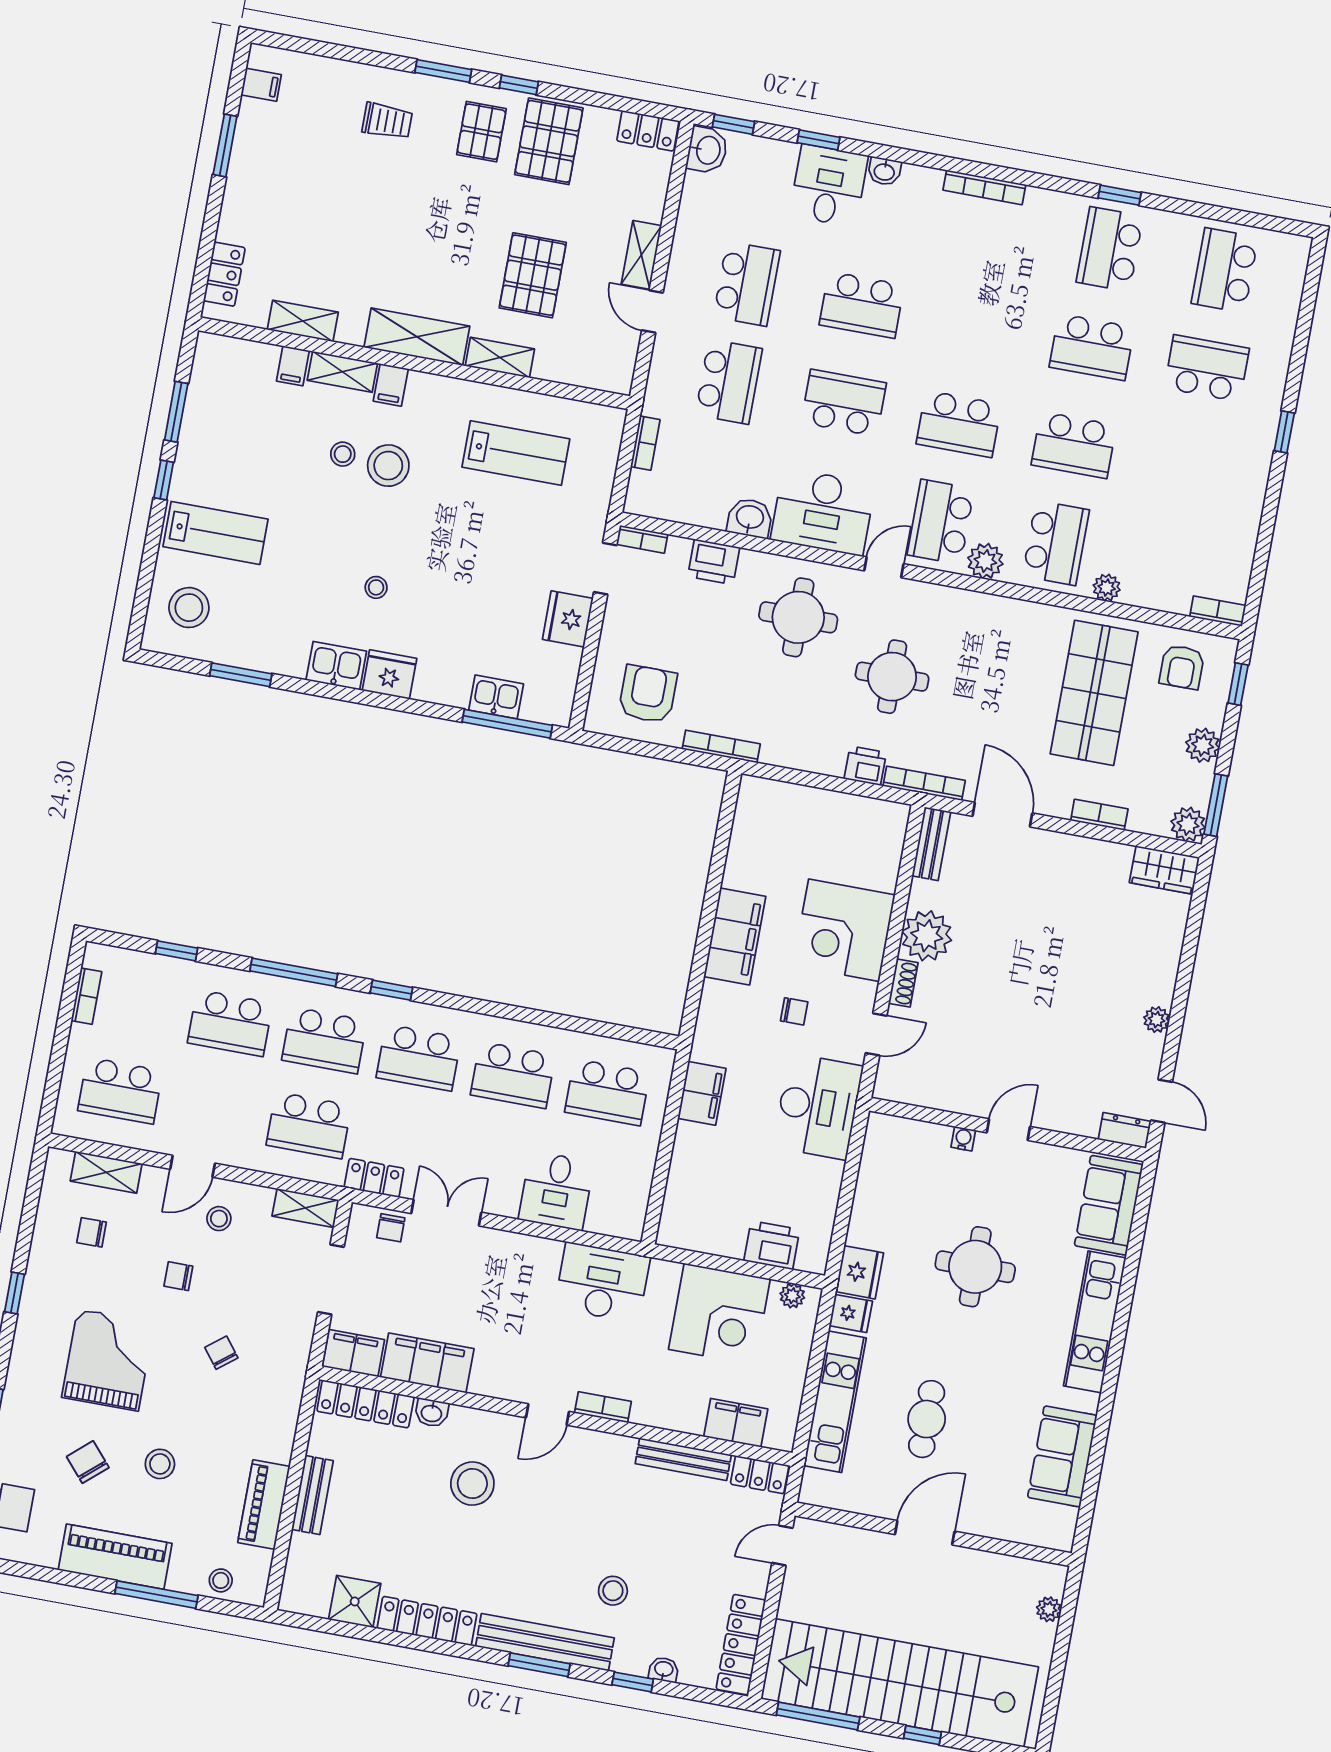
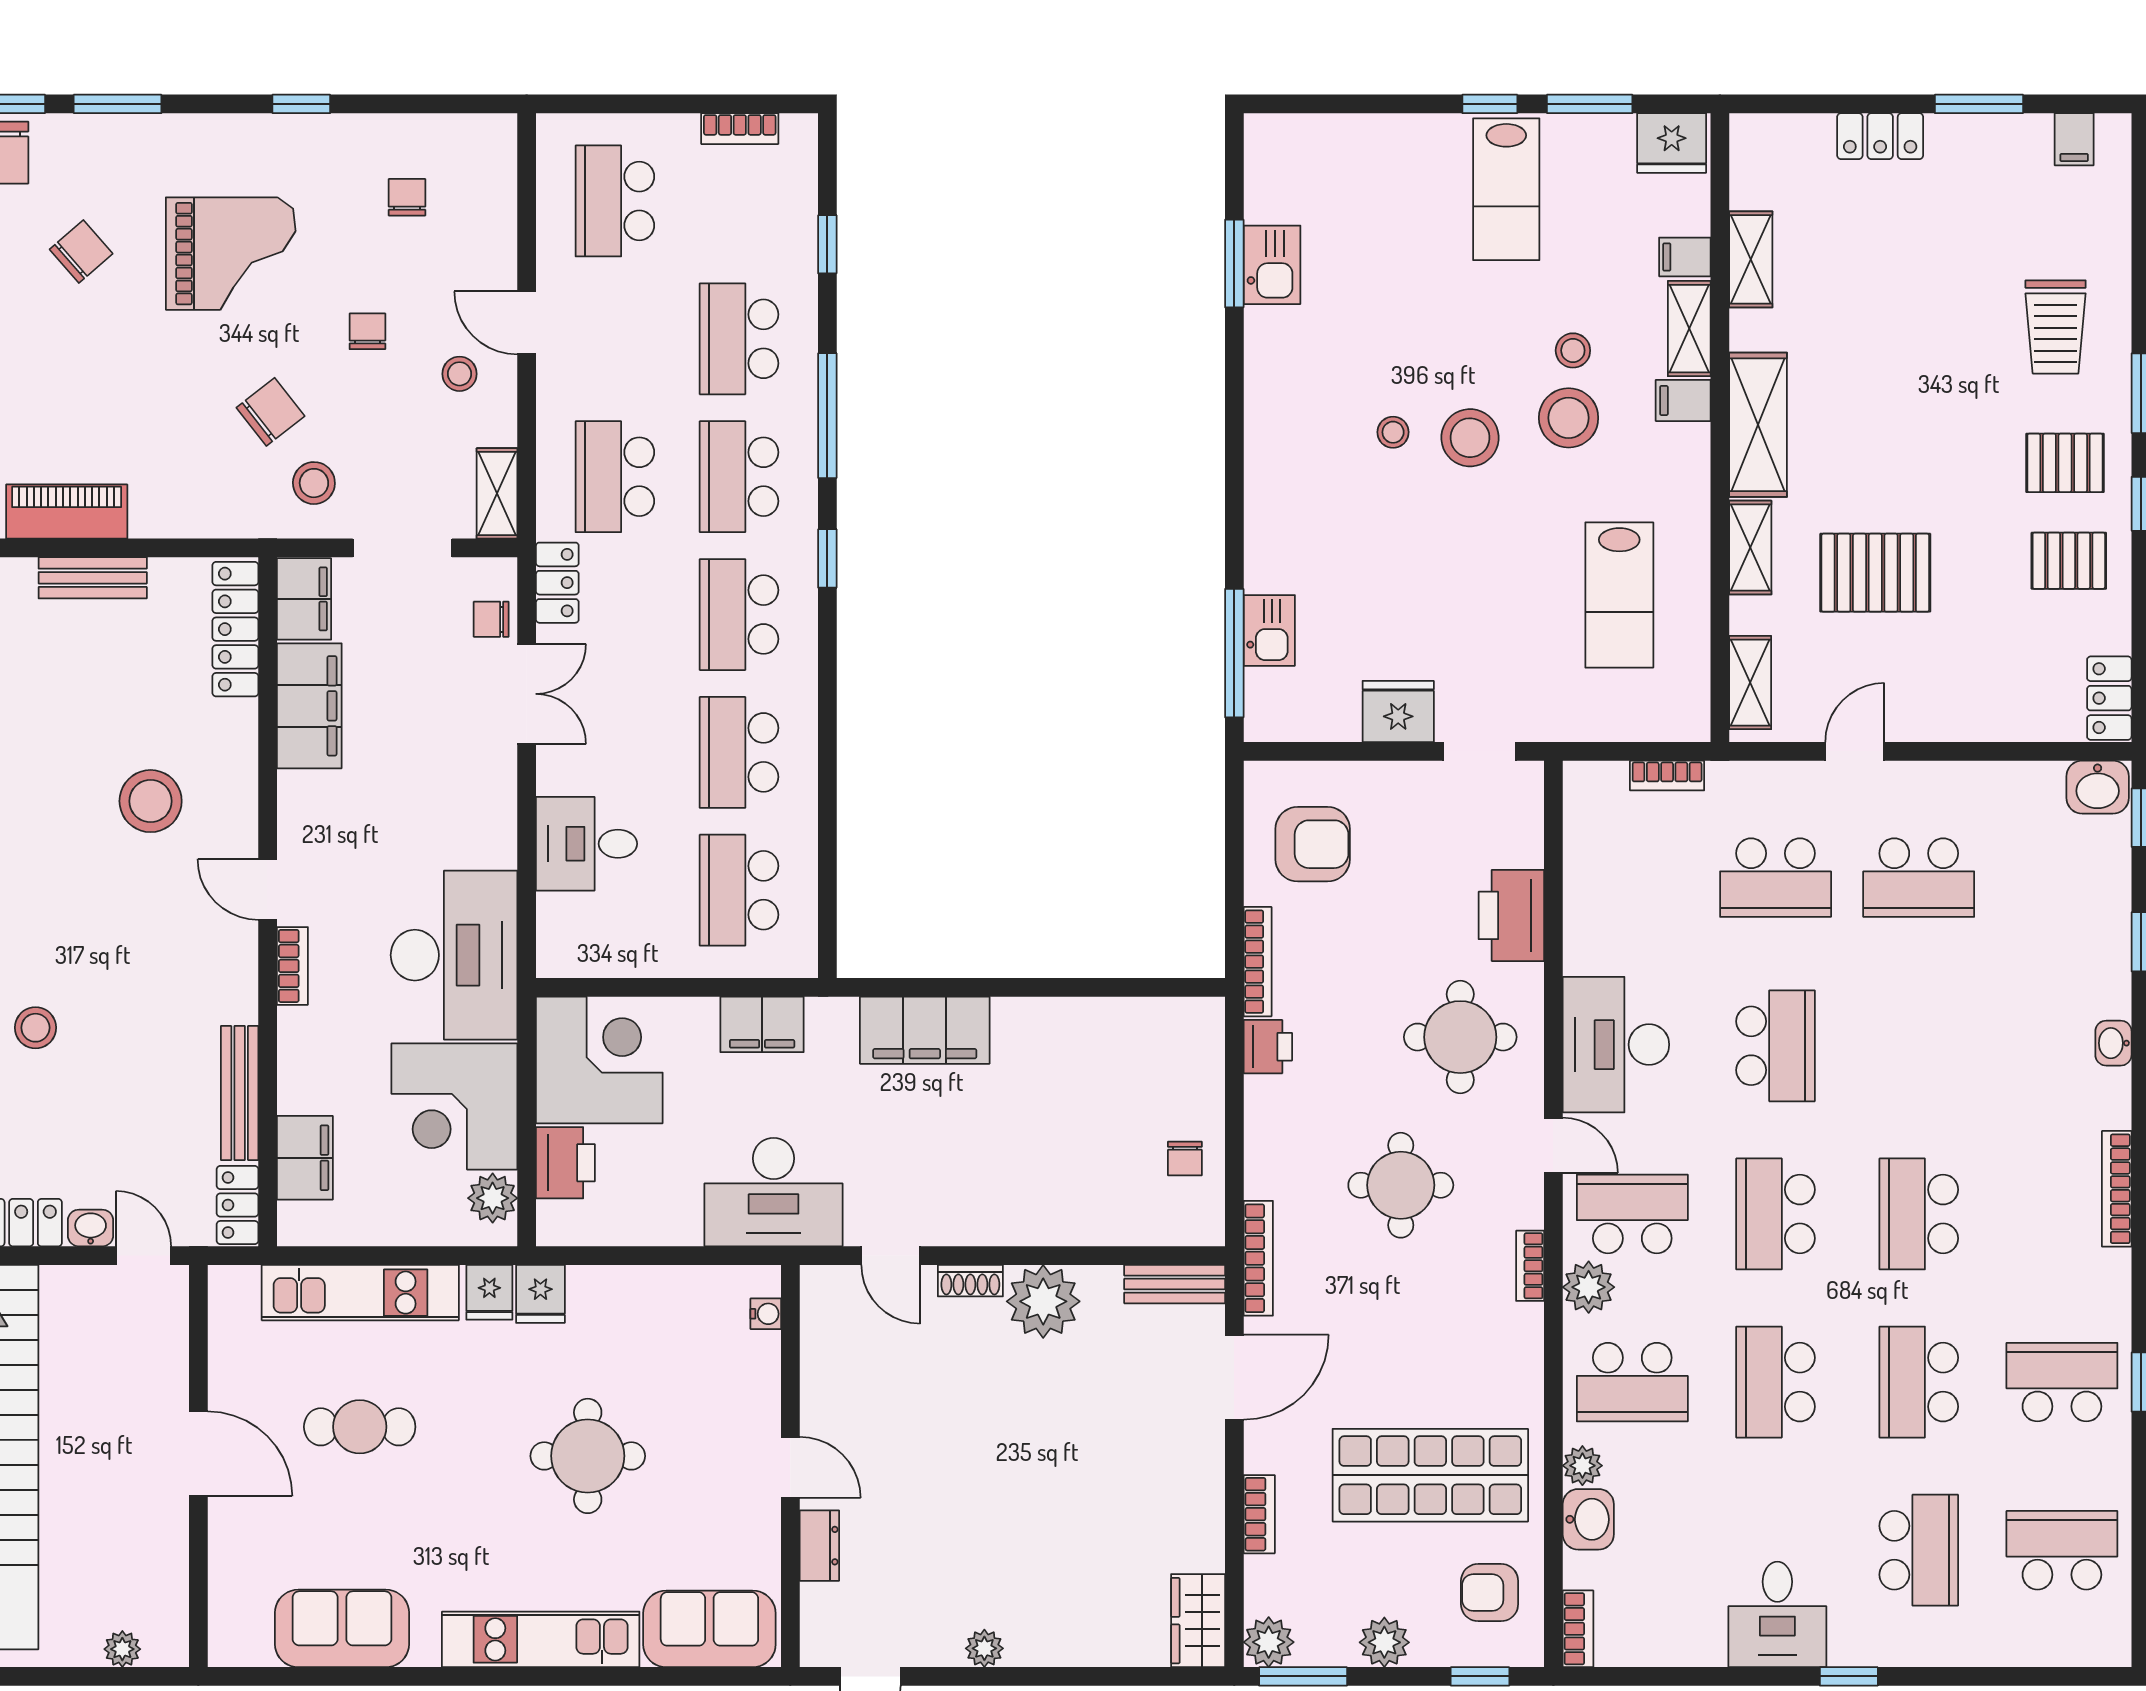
trolley: (387, 121) -> (2056, 327), width x1.36, depth x1.39
pallet: (549, 141) -> (2069, 561), width x0.67, depth x0.71
desk: (829, 186) -> (1777, 1614), moved, turned 90
shelving: (641, 255) -> (1750, 683), moved, turned 90
locker: (224, 274) -> (1880, 136), moved
school desk: (862, 305) -> (1919, 1214), moved
washbasin: (750, 518) -> (1588, 1519), moved
lab bench: (215, 533) -> (1506, 189), moved
bookcase: (642, 539) -> (1530, 1266), moved
printer: (714, 562) -> (1511, 915), width x1.37, depth x1.19
stool: (189, 608) -> (1470, 438), moved
kitchen sink: (336, 666) -> (1272, 265), moved
fridge: (389, 674) -> (1672, 143), moved, turned 90
printer: (865, 766) -> (1268, 1047), moved
corner desk: (844, 930) -> (599, 1060), moved, turned 90
filing cabinet: (735, 936) -> (925, 1030), moved
chair: (794, 1011) -> (1185, 1158), moved
dresser: (1125, 1130) -> (819, 1546), moved
water cooler: (963, 1139) -> (766, 1314), moved
shelving: (106, 1172) -> (496, 202), removed
fridge: (860, 1272) -> (540, 1294), width x0.72
desk: (602, 1282) -> (454, 955), width x1.36, depth x1.30
plant: (792, 1296) -> (493, 1198), width x1.38, depth x1.38
chair: (221, 1353) -> (270, 412), width x1.37, depth x1.37
washbasin: (432, 1413) -> (91, 1228), moved, turned 90
stool: (160, 1464) -> (314, 483), moved

